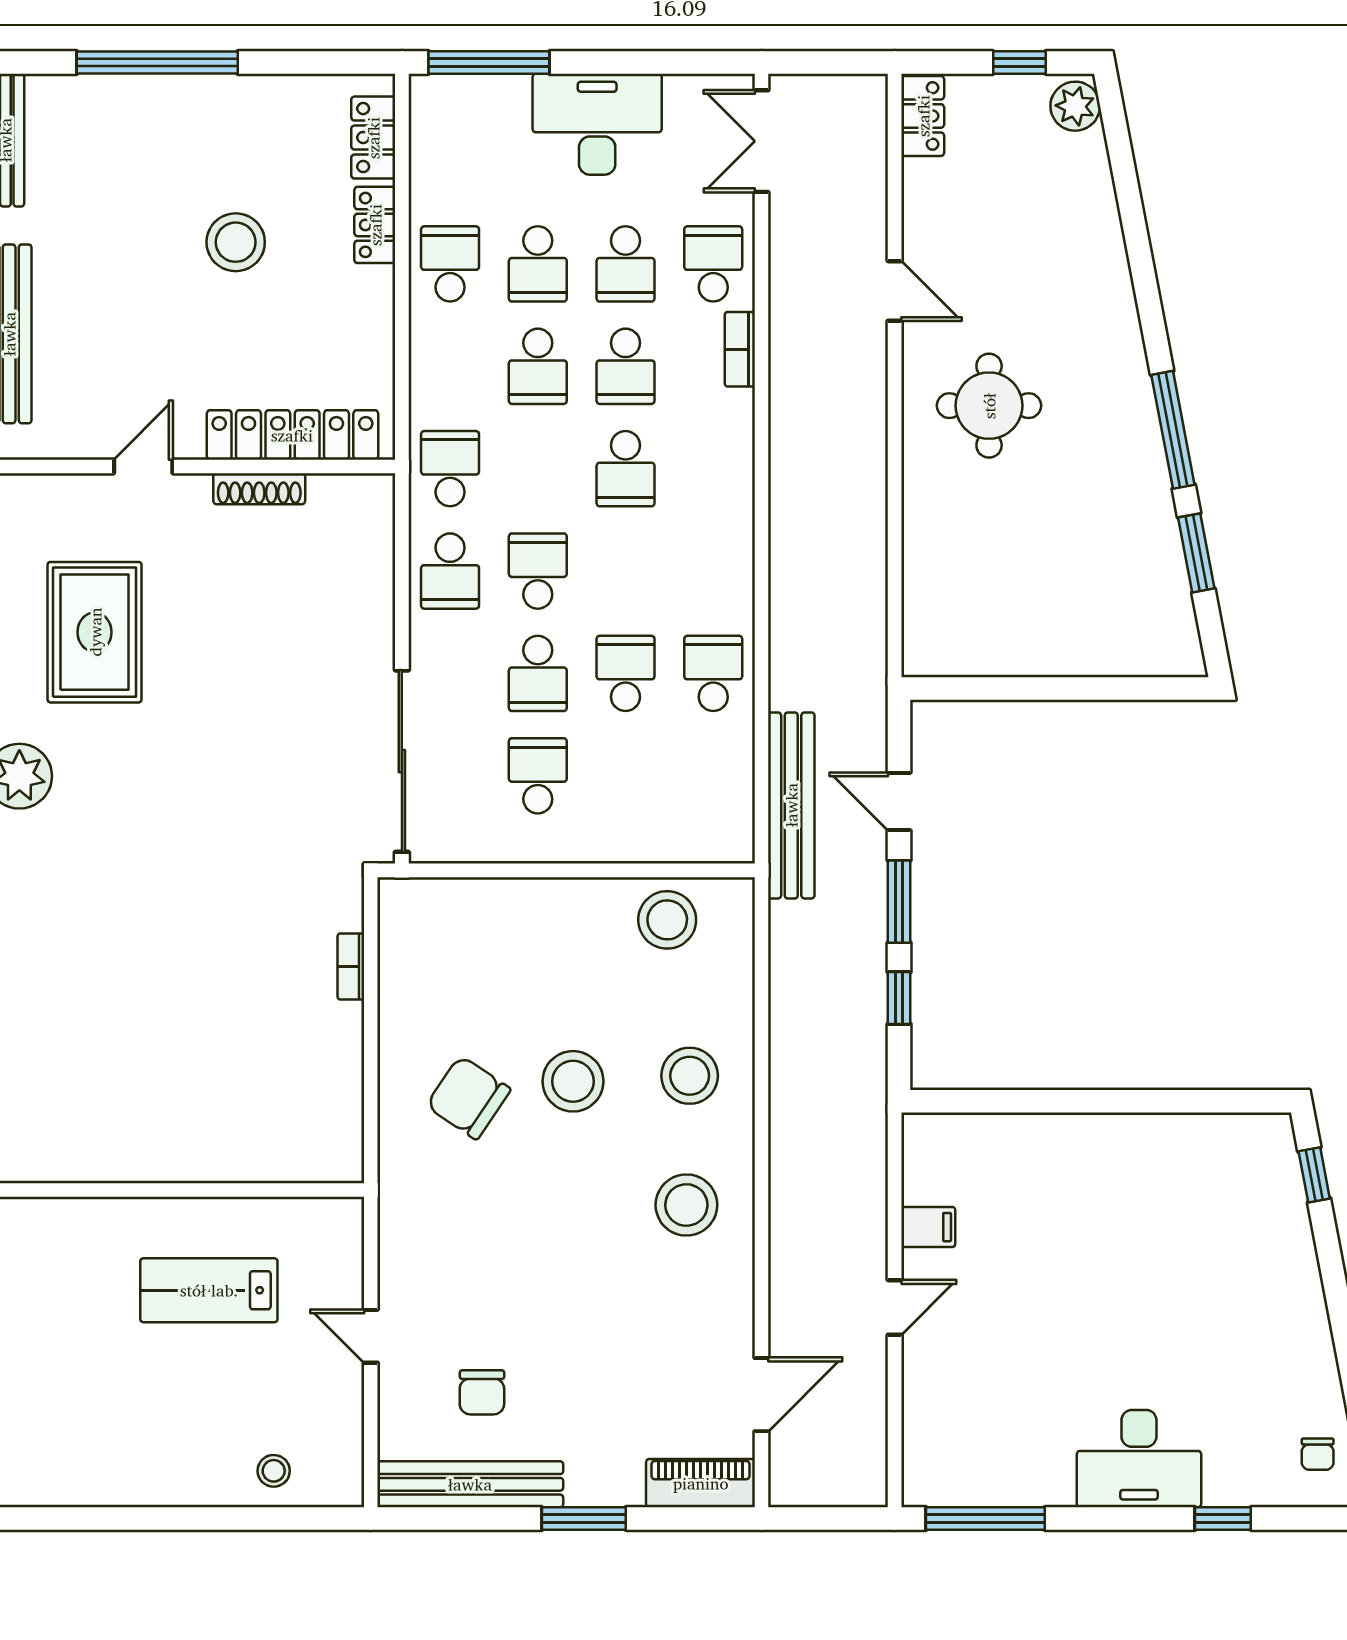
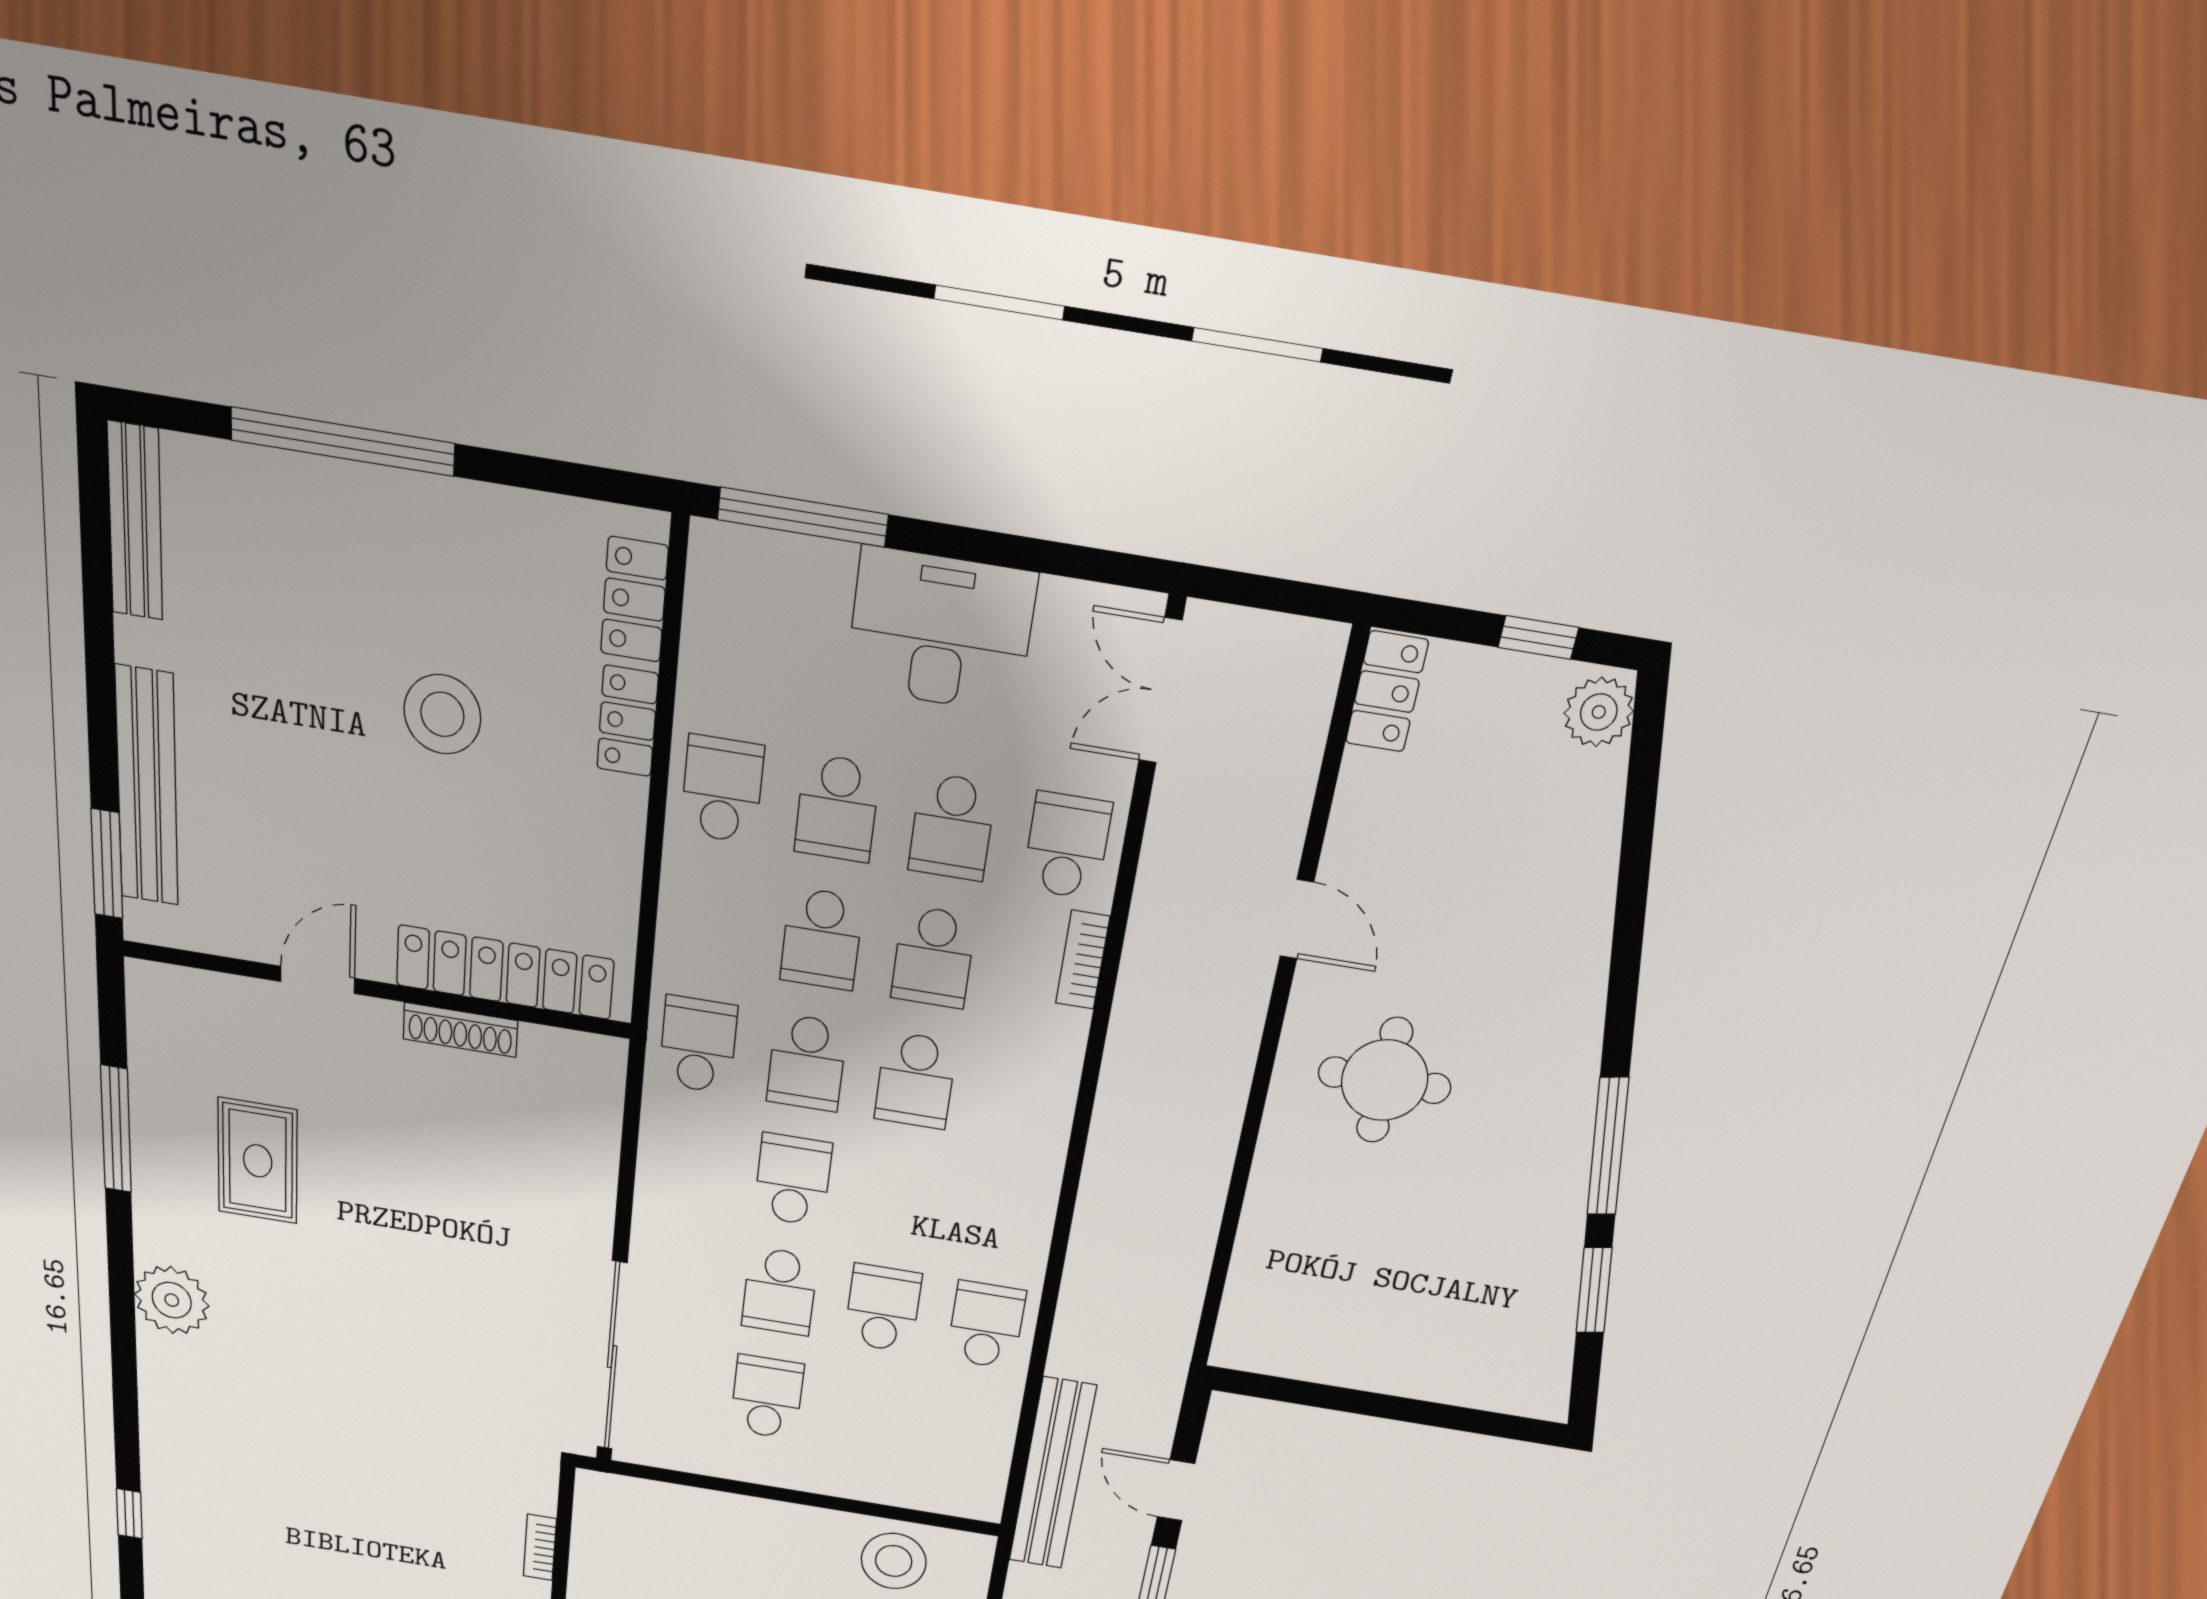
school desk: (450, 571) -> (807, 1063), moved
rug: (95, 632) -> (258, 1161), width x0.73, depth x0.70

